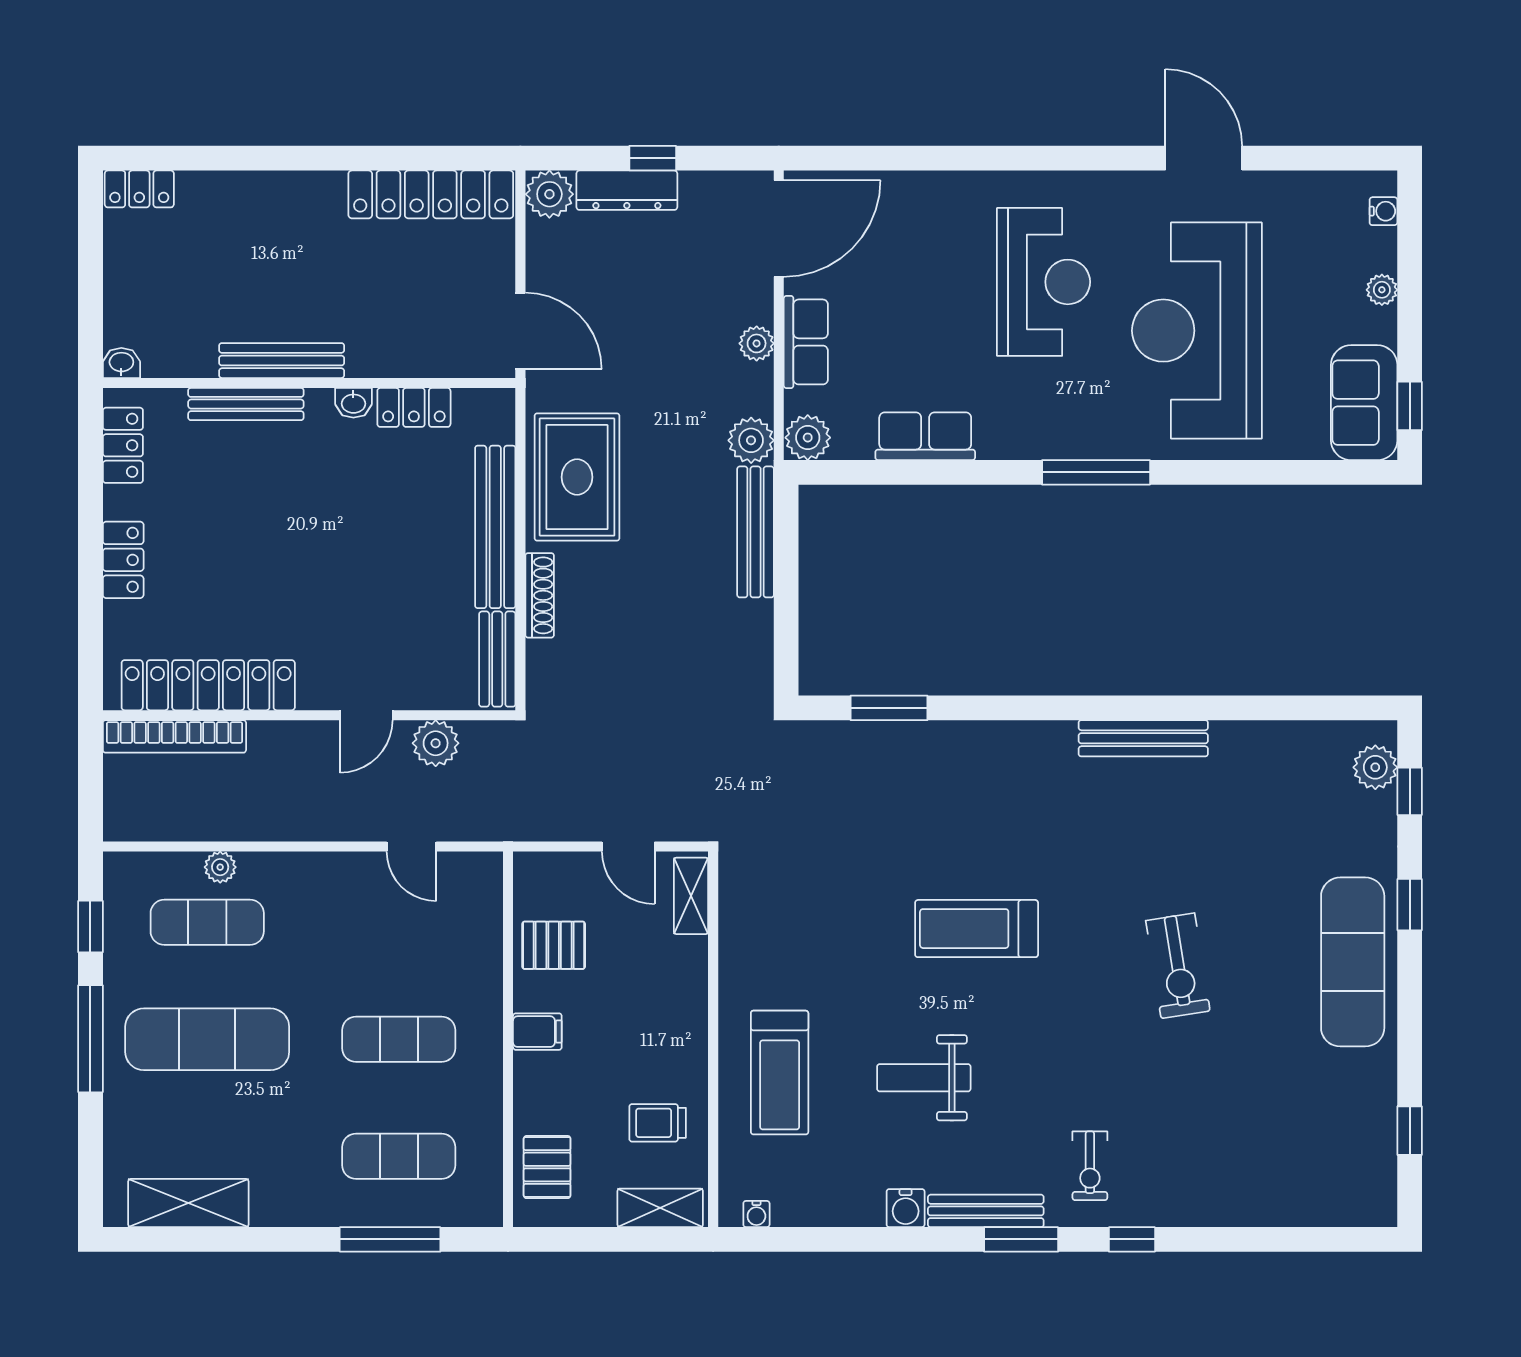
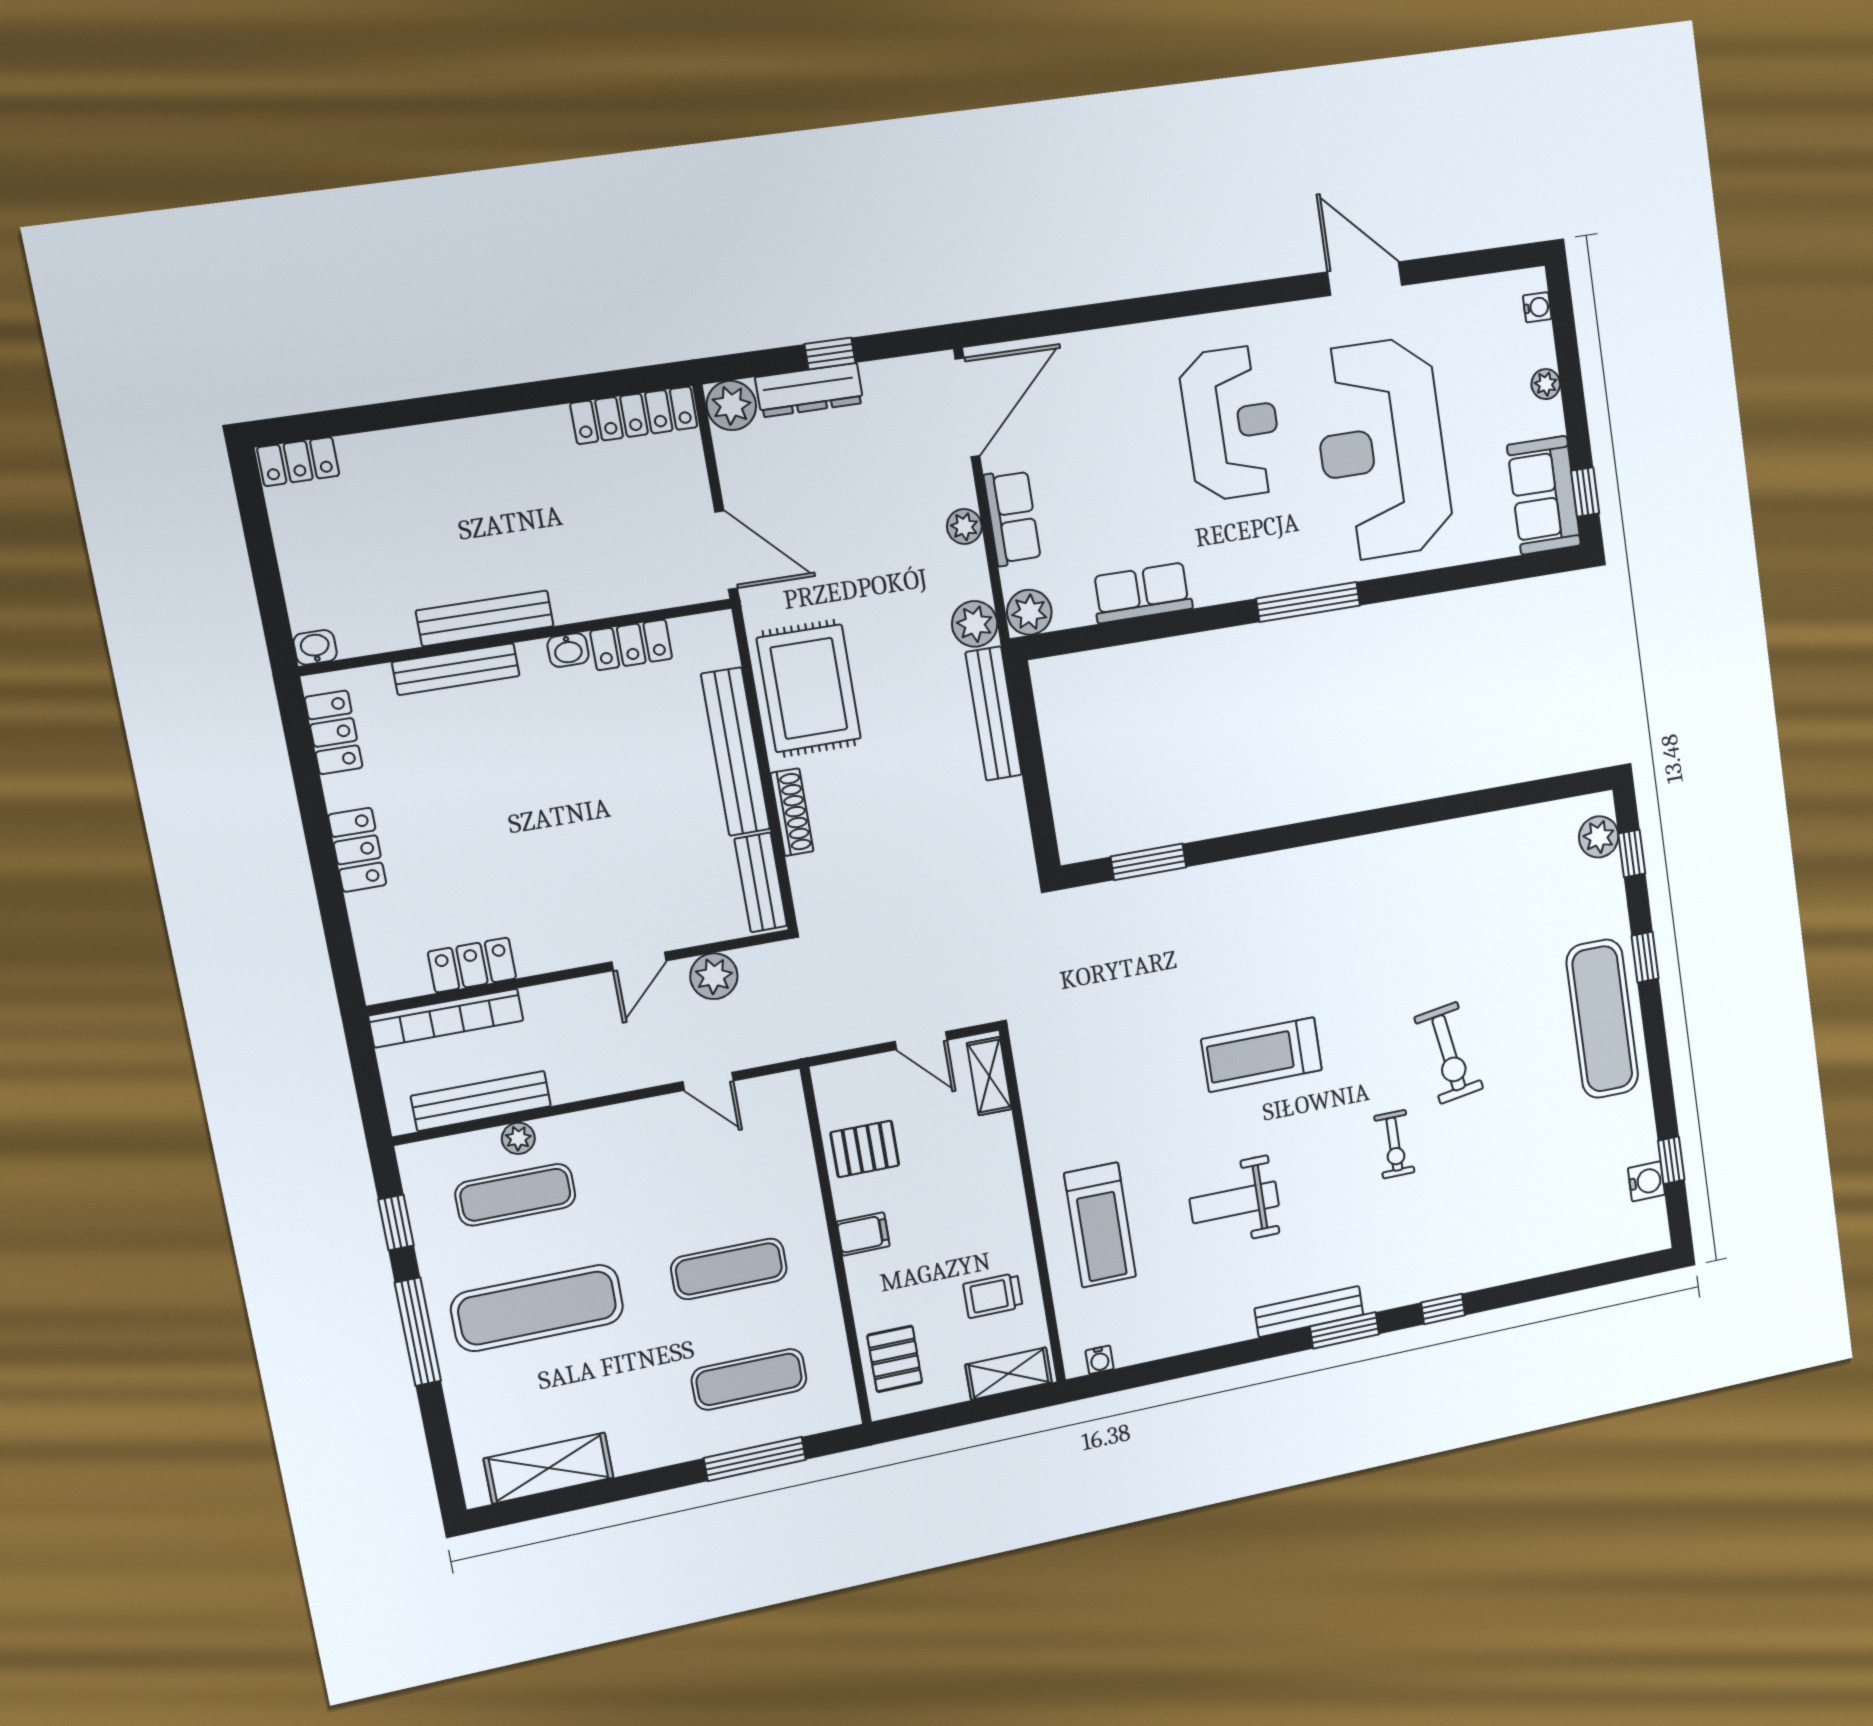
locker: (431, 194) -> (634, 415), width x0.71, depth x0.83
locker: (208, 685) -> (472, 965), width x0.46, depth x0.83
bench: (1143, 738) -> (481, 1101), moved
exercise bike: (1090, 1166) -> (1394, 1144), moved
water cooler: (906, 1208) -> (1646, 1181), moved, turned -90

